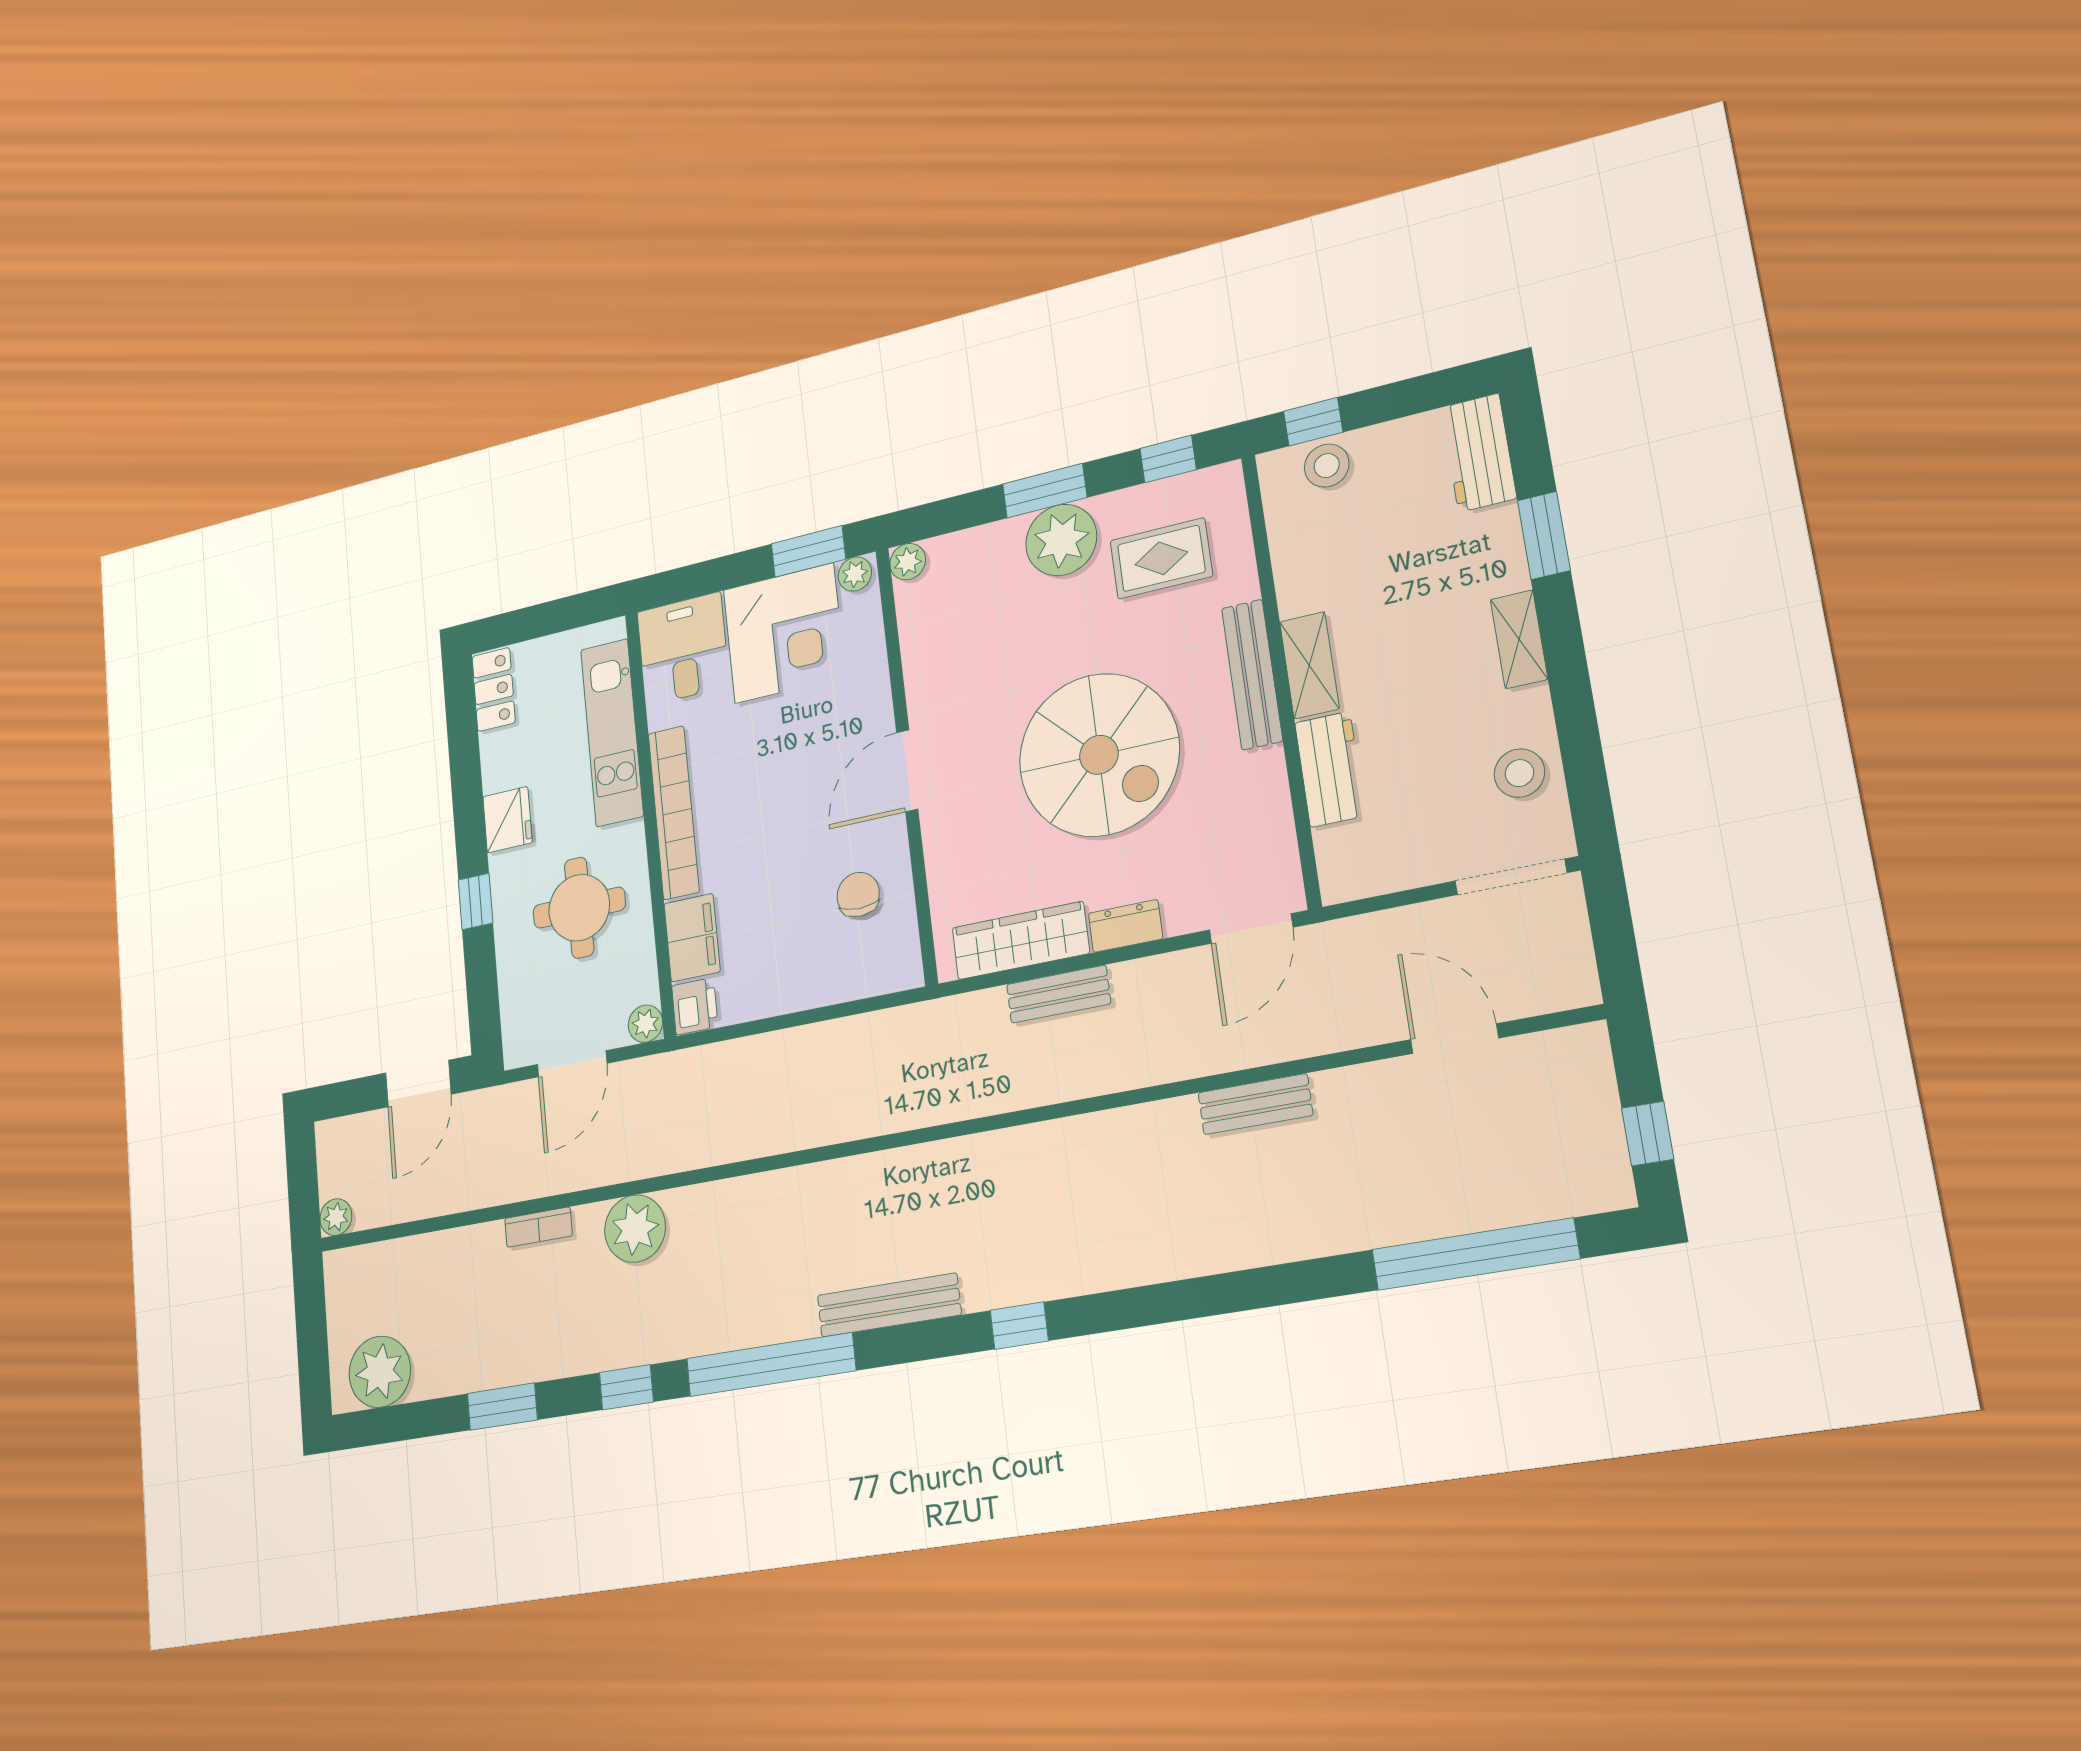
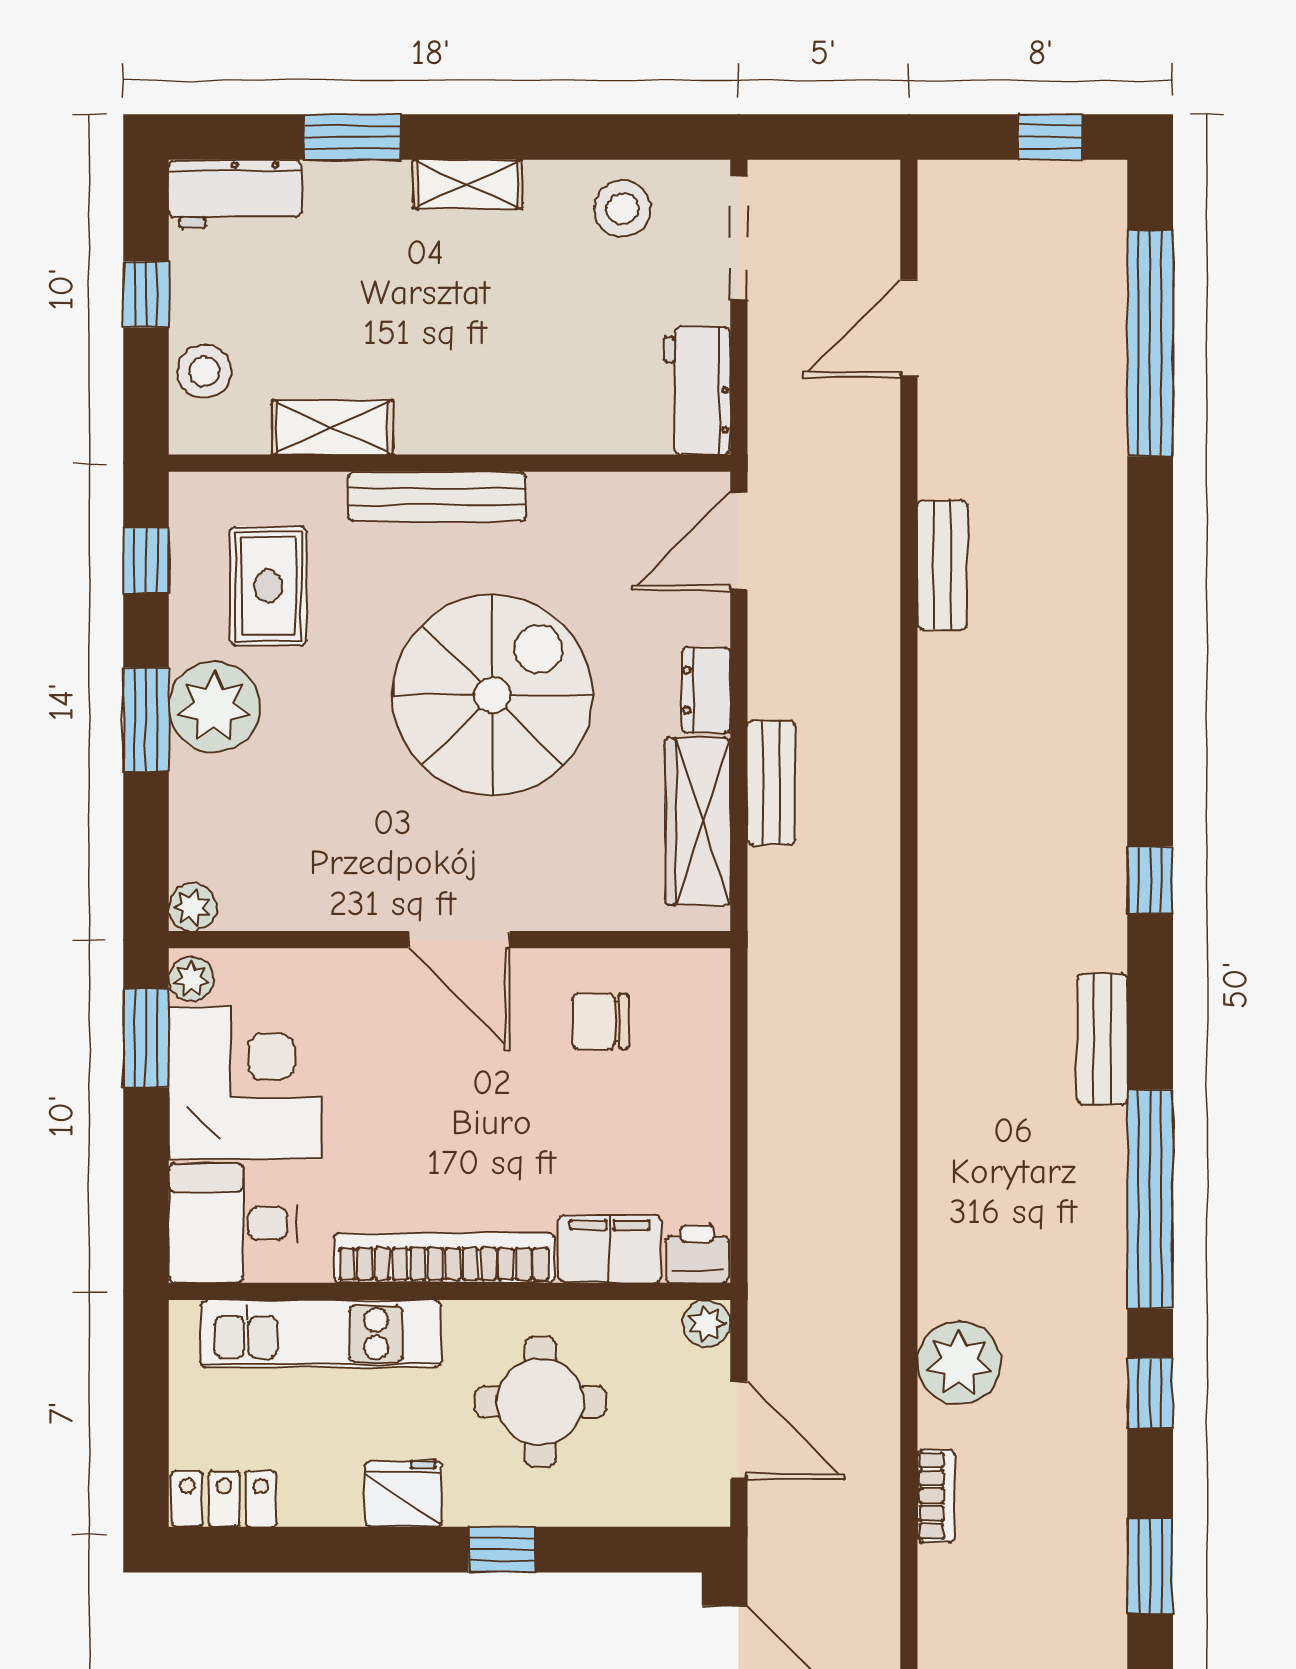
window: (1313, 422) -> (146, 294), moved
shelving: (1309, 665) -> (332, 427), moved
workbench: (1330, 769) -> (697, 391), moved, turned -90
door: (1251, 929) -> (739, 541), swing flipped
bench: (889, 1305) -> (1102, 1039), width x0.73

